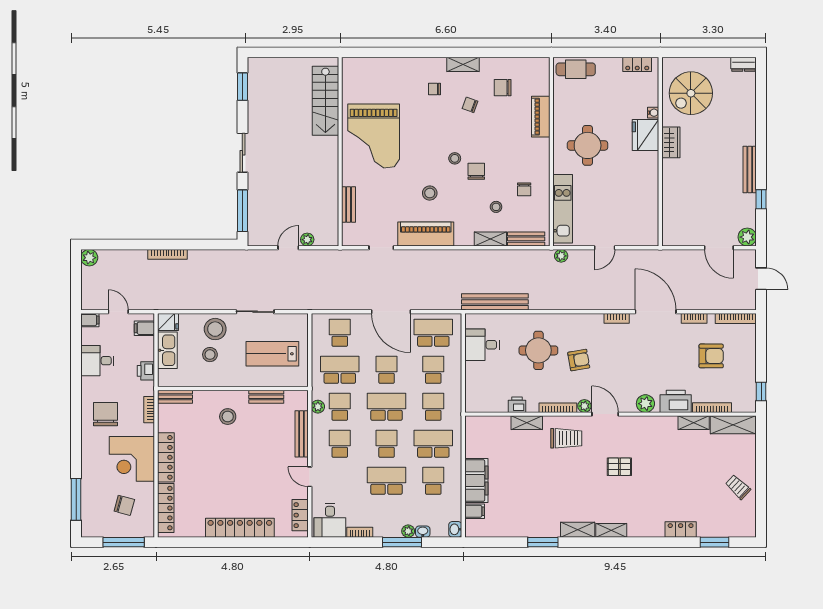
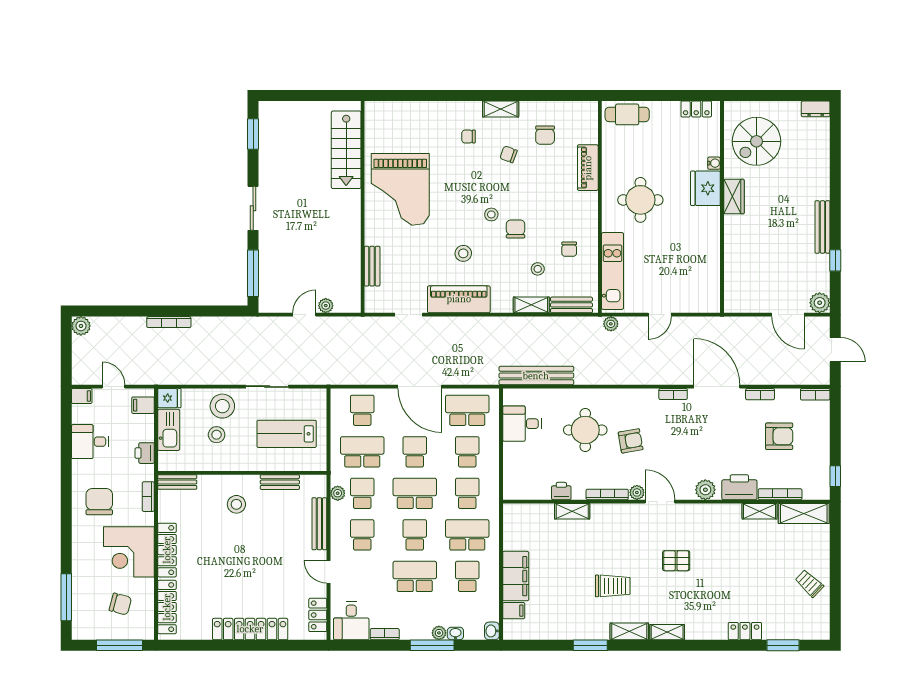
chair: (503, 88) -> (545, 135), turned -90
bookcase: (736, 319) -> (815, 394), width x0.64
trolley: (566, 438) -> (613, 586), moved

